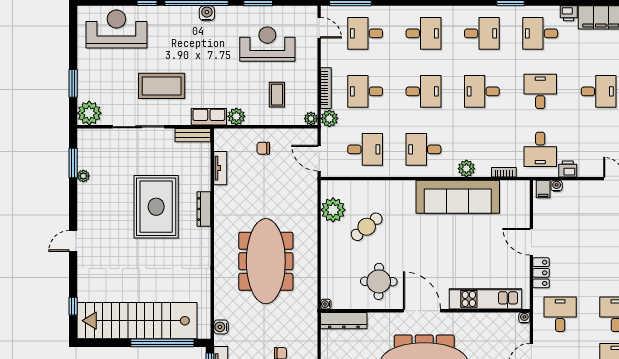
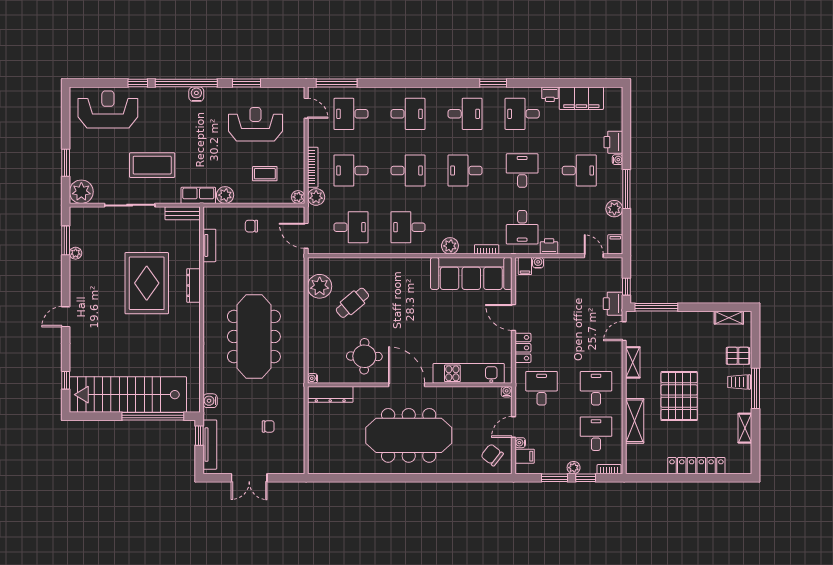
coffee table: (277, 95) -> (265, 174), turned 90
sofa: (458, 197) -> (471, 273), moved

